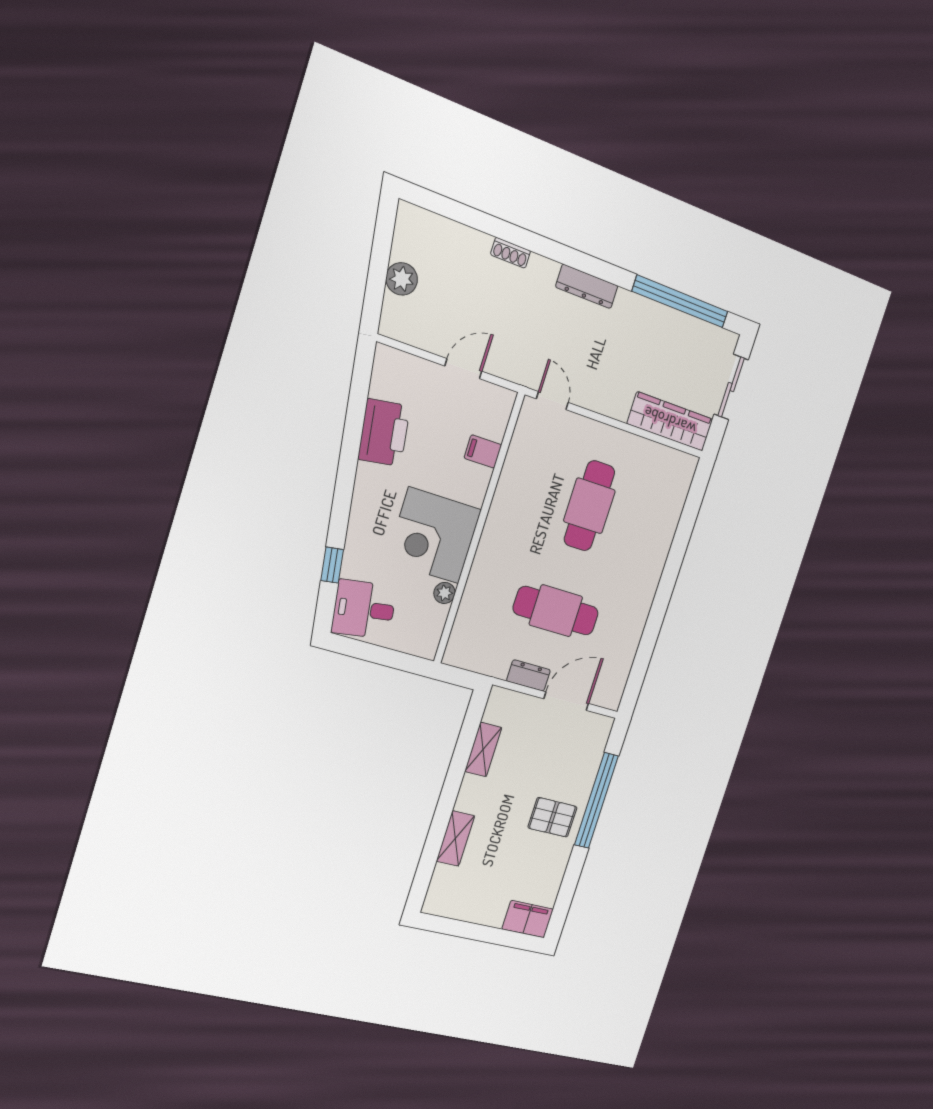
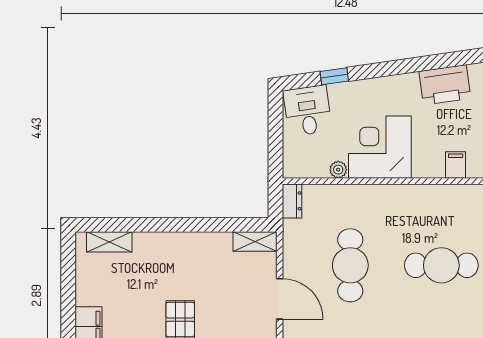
dresser: (528, 676) -> (292, 201), moved
shelving: (483, 749) -> (255, 241), moved
shelving: (455, 838) -> (109, 242), moved

